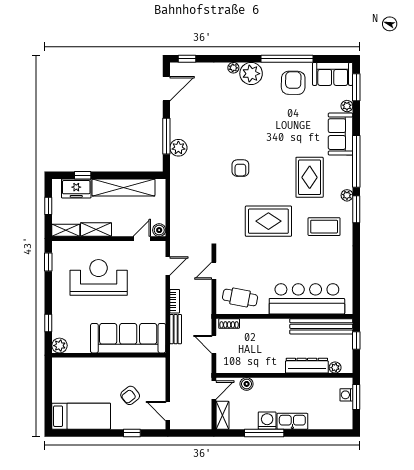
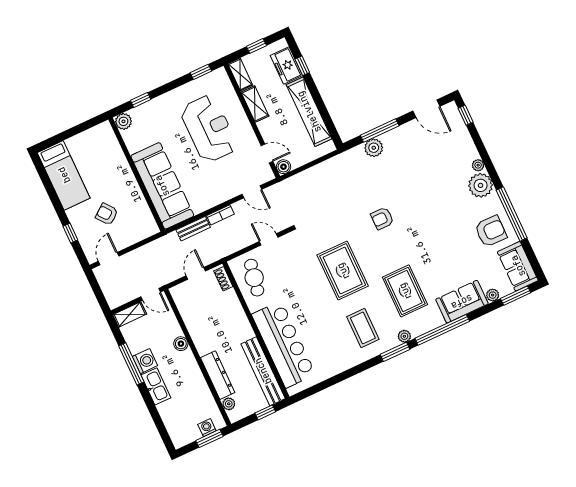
rug: (310, 177) -> (405, 291), turned 90
boiler: (247, 384) -> (181, 344), moved

